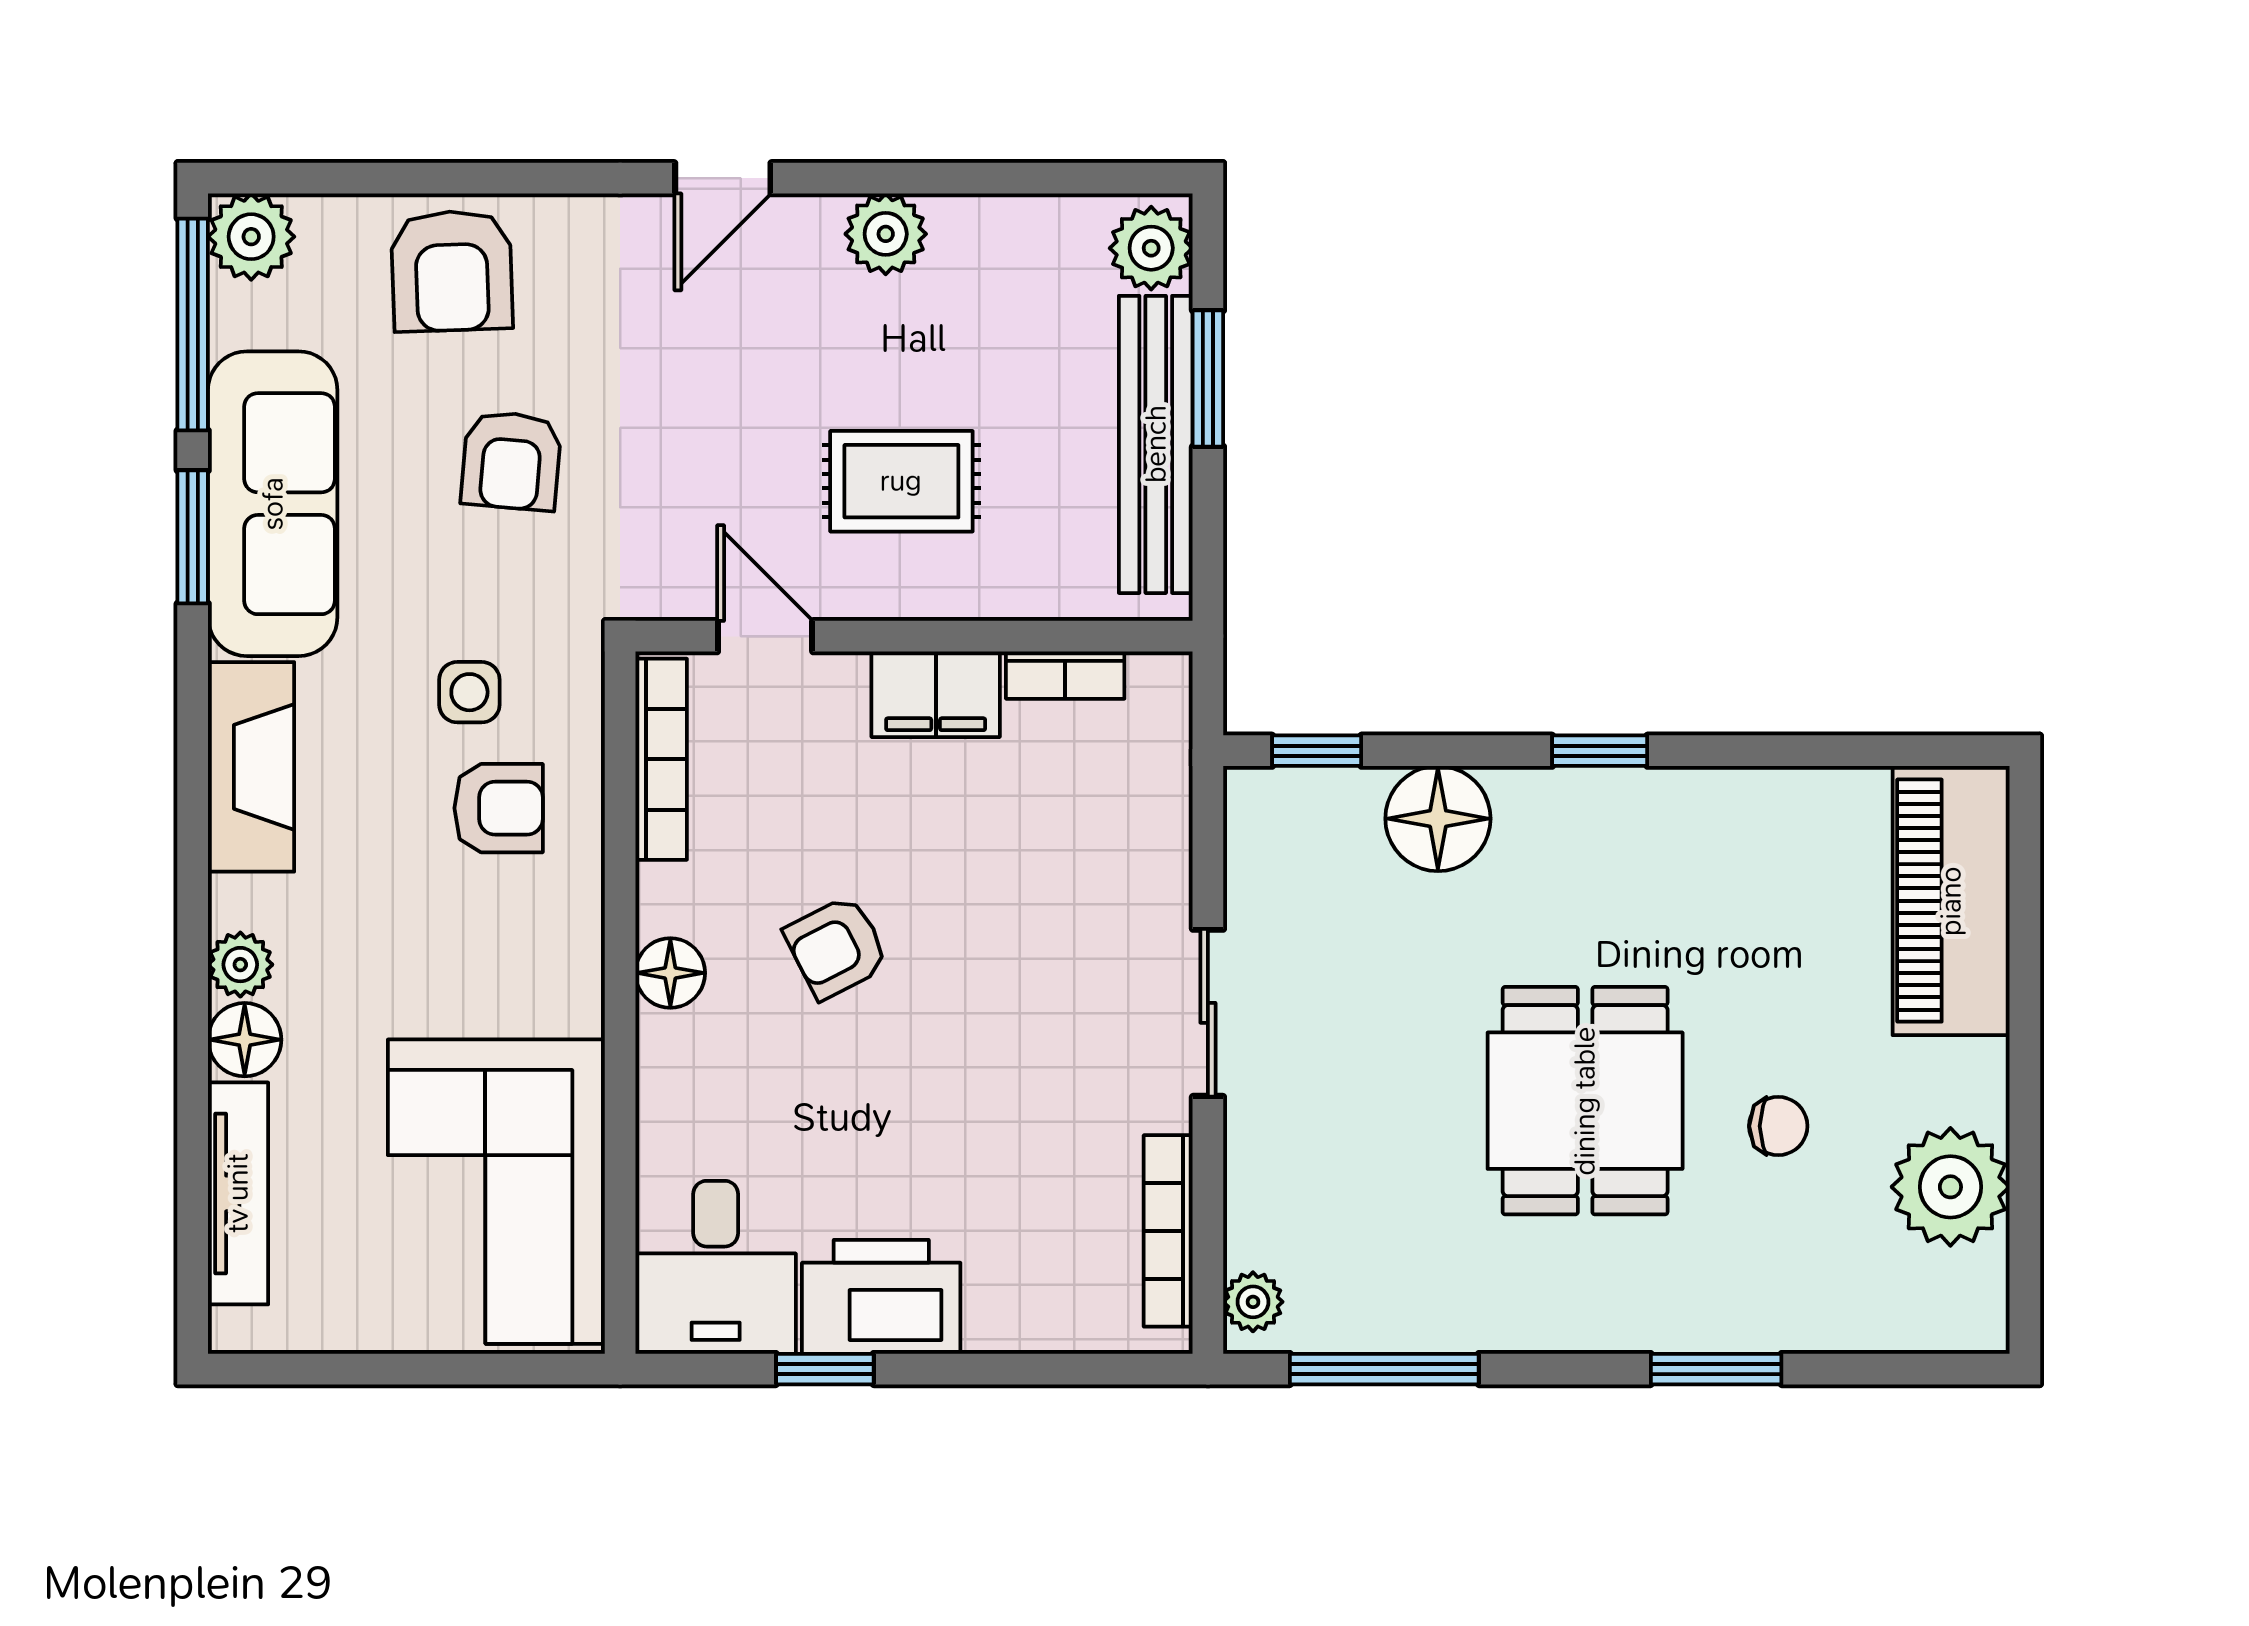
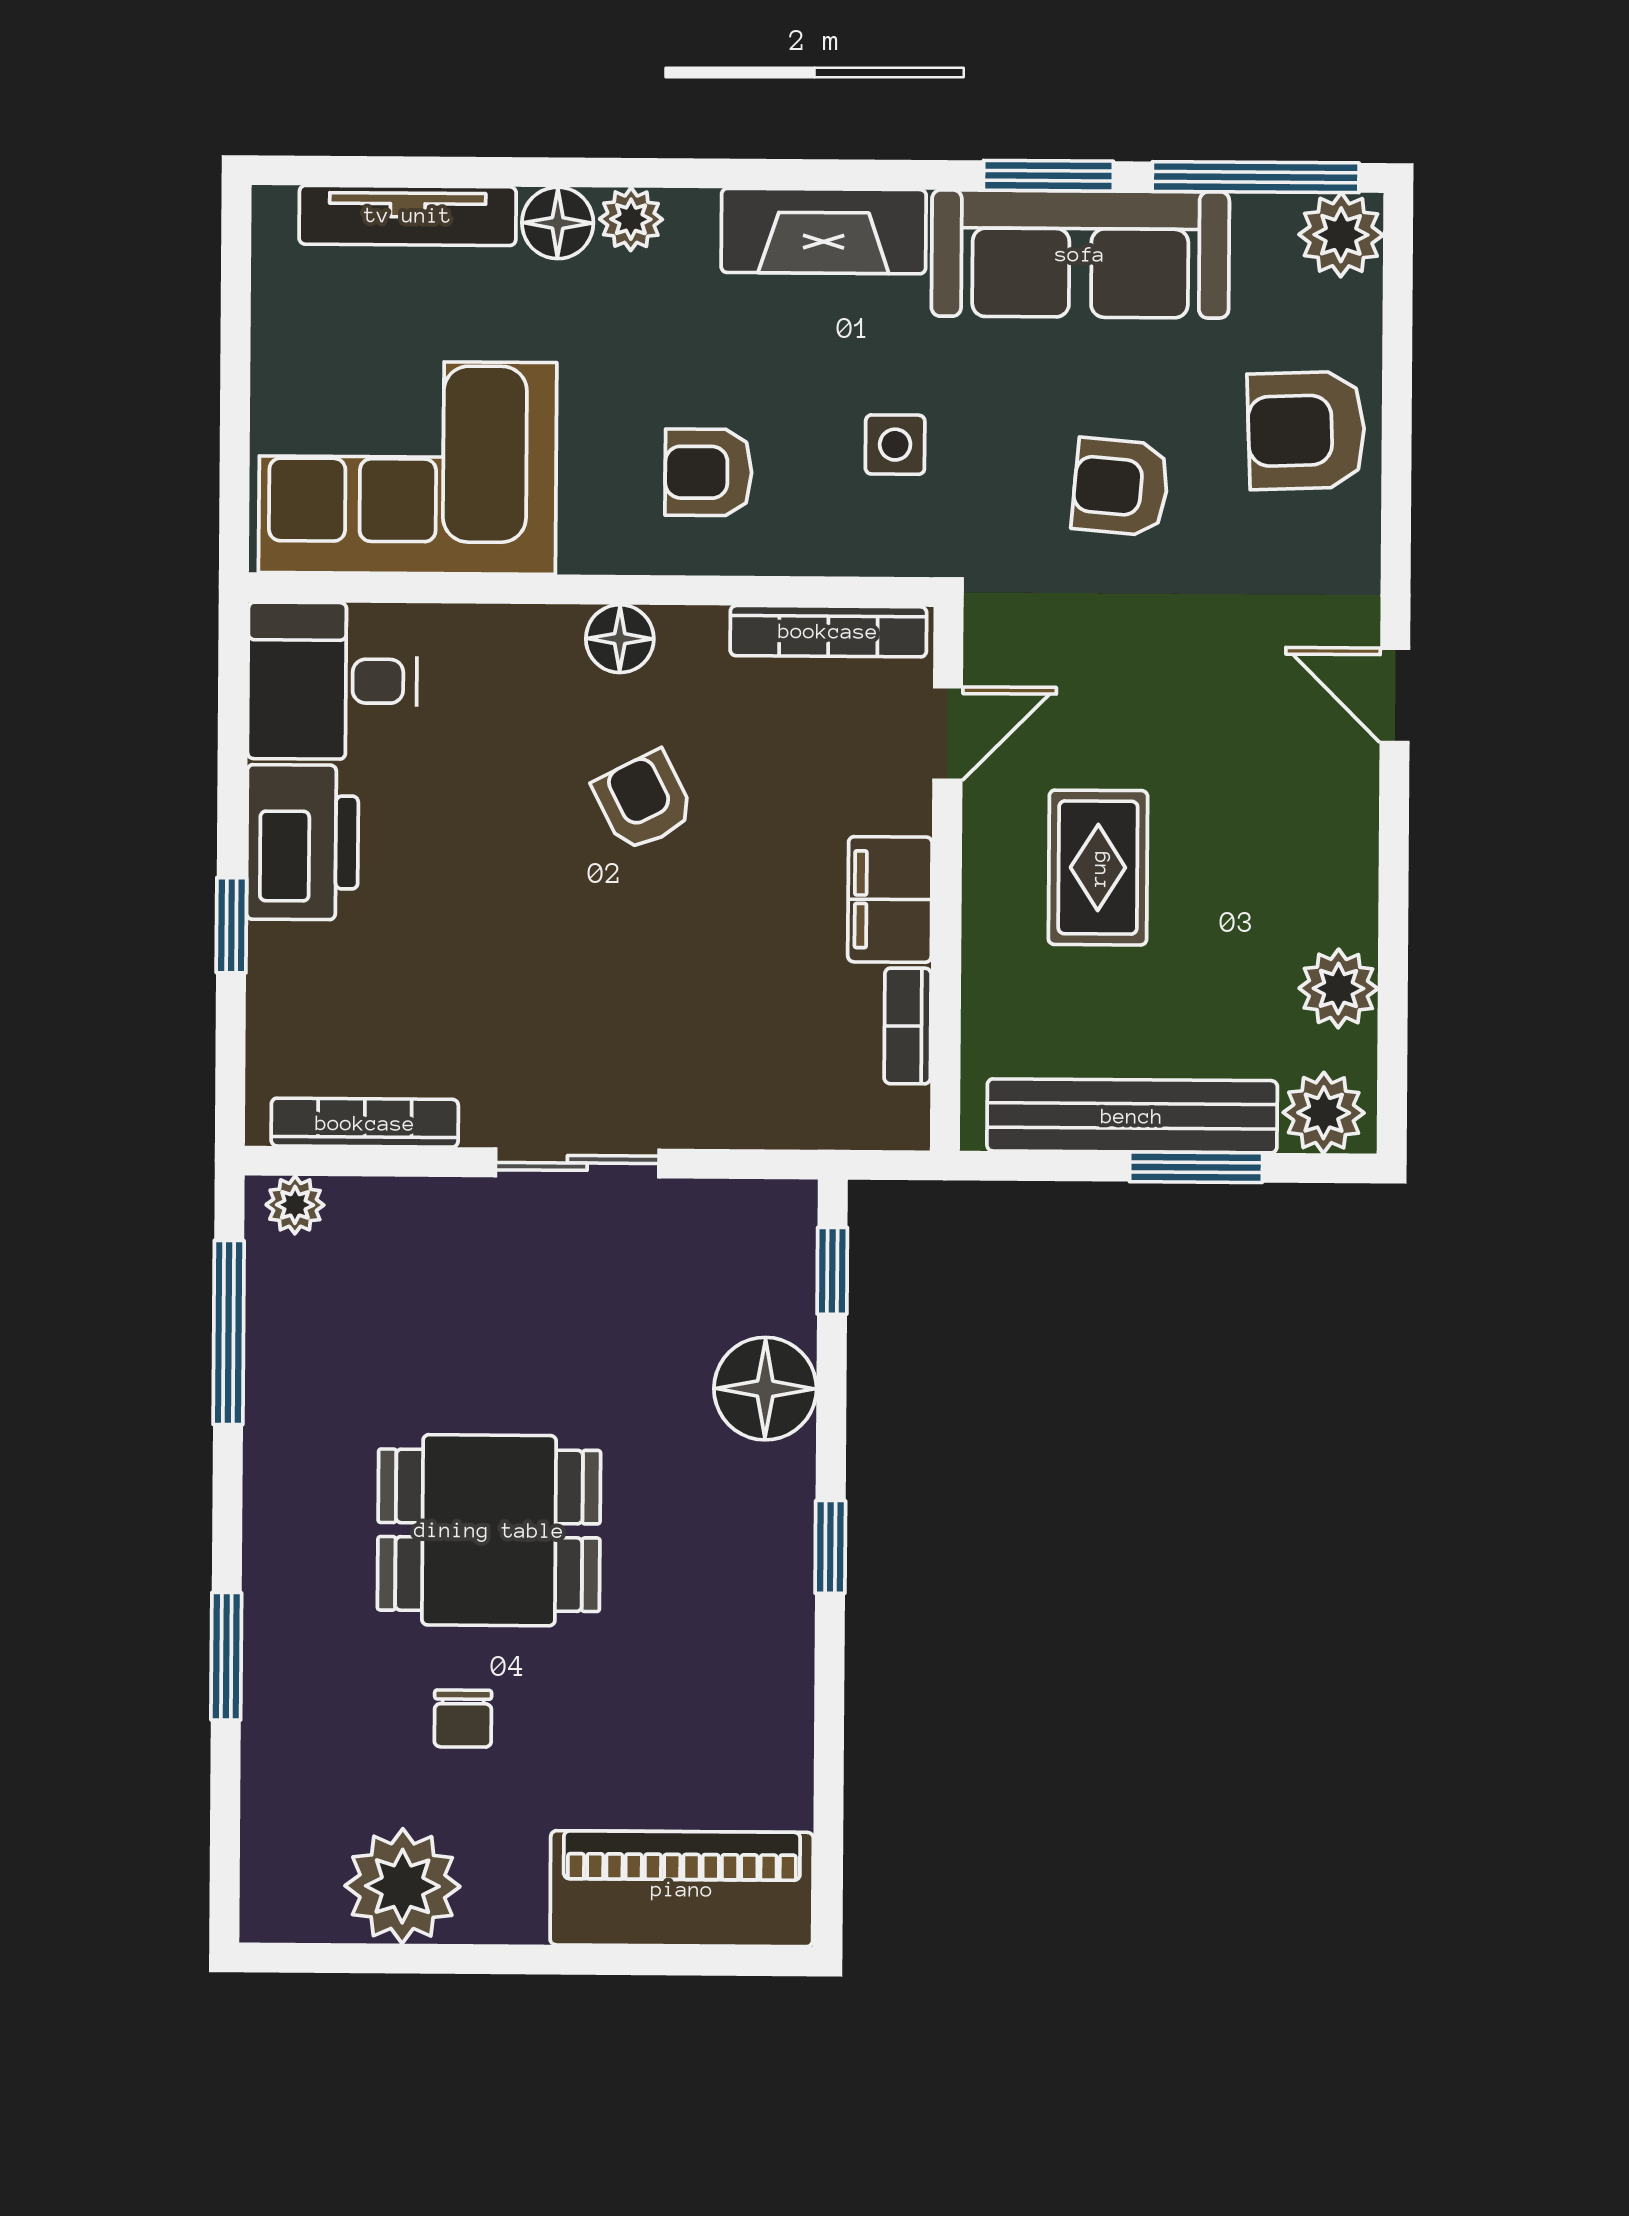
plant: (886, 234) -> (1338, 988), moved
armchair: (499, 808) -> (708, 472), moved, turned 90
window: (825, 1369) -> (231, 925), moved

